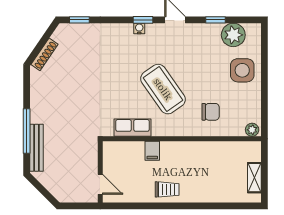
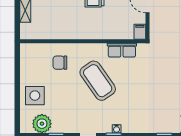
plant: (252, 130) -> (27, 48), removed
filing cabinet: (152, 151) -> (140, 32), moved

